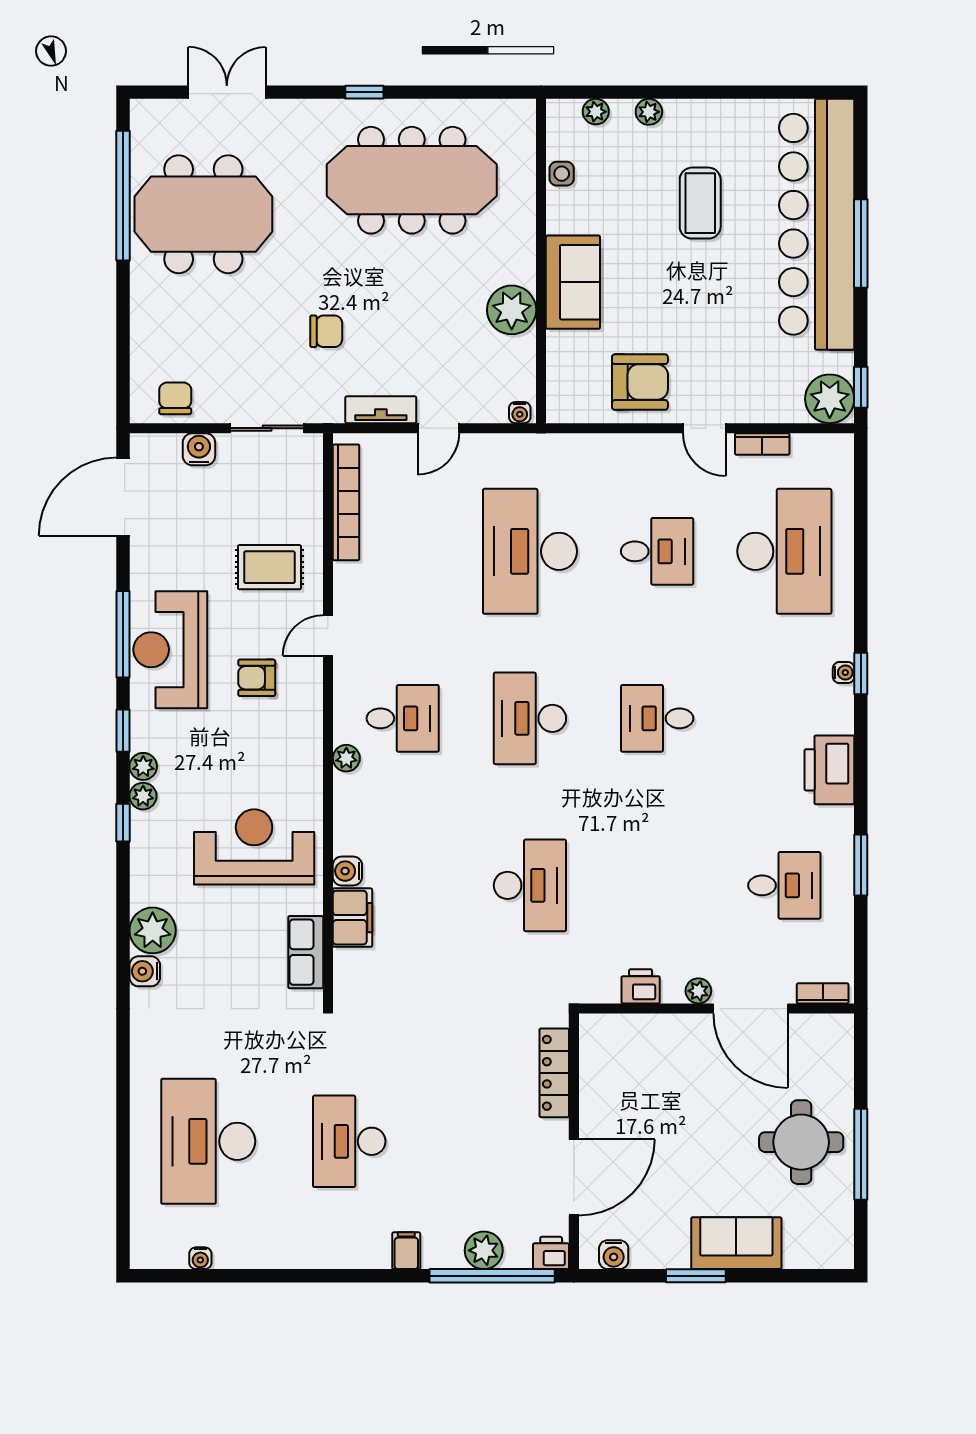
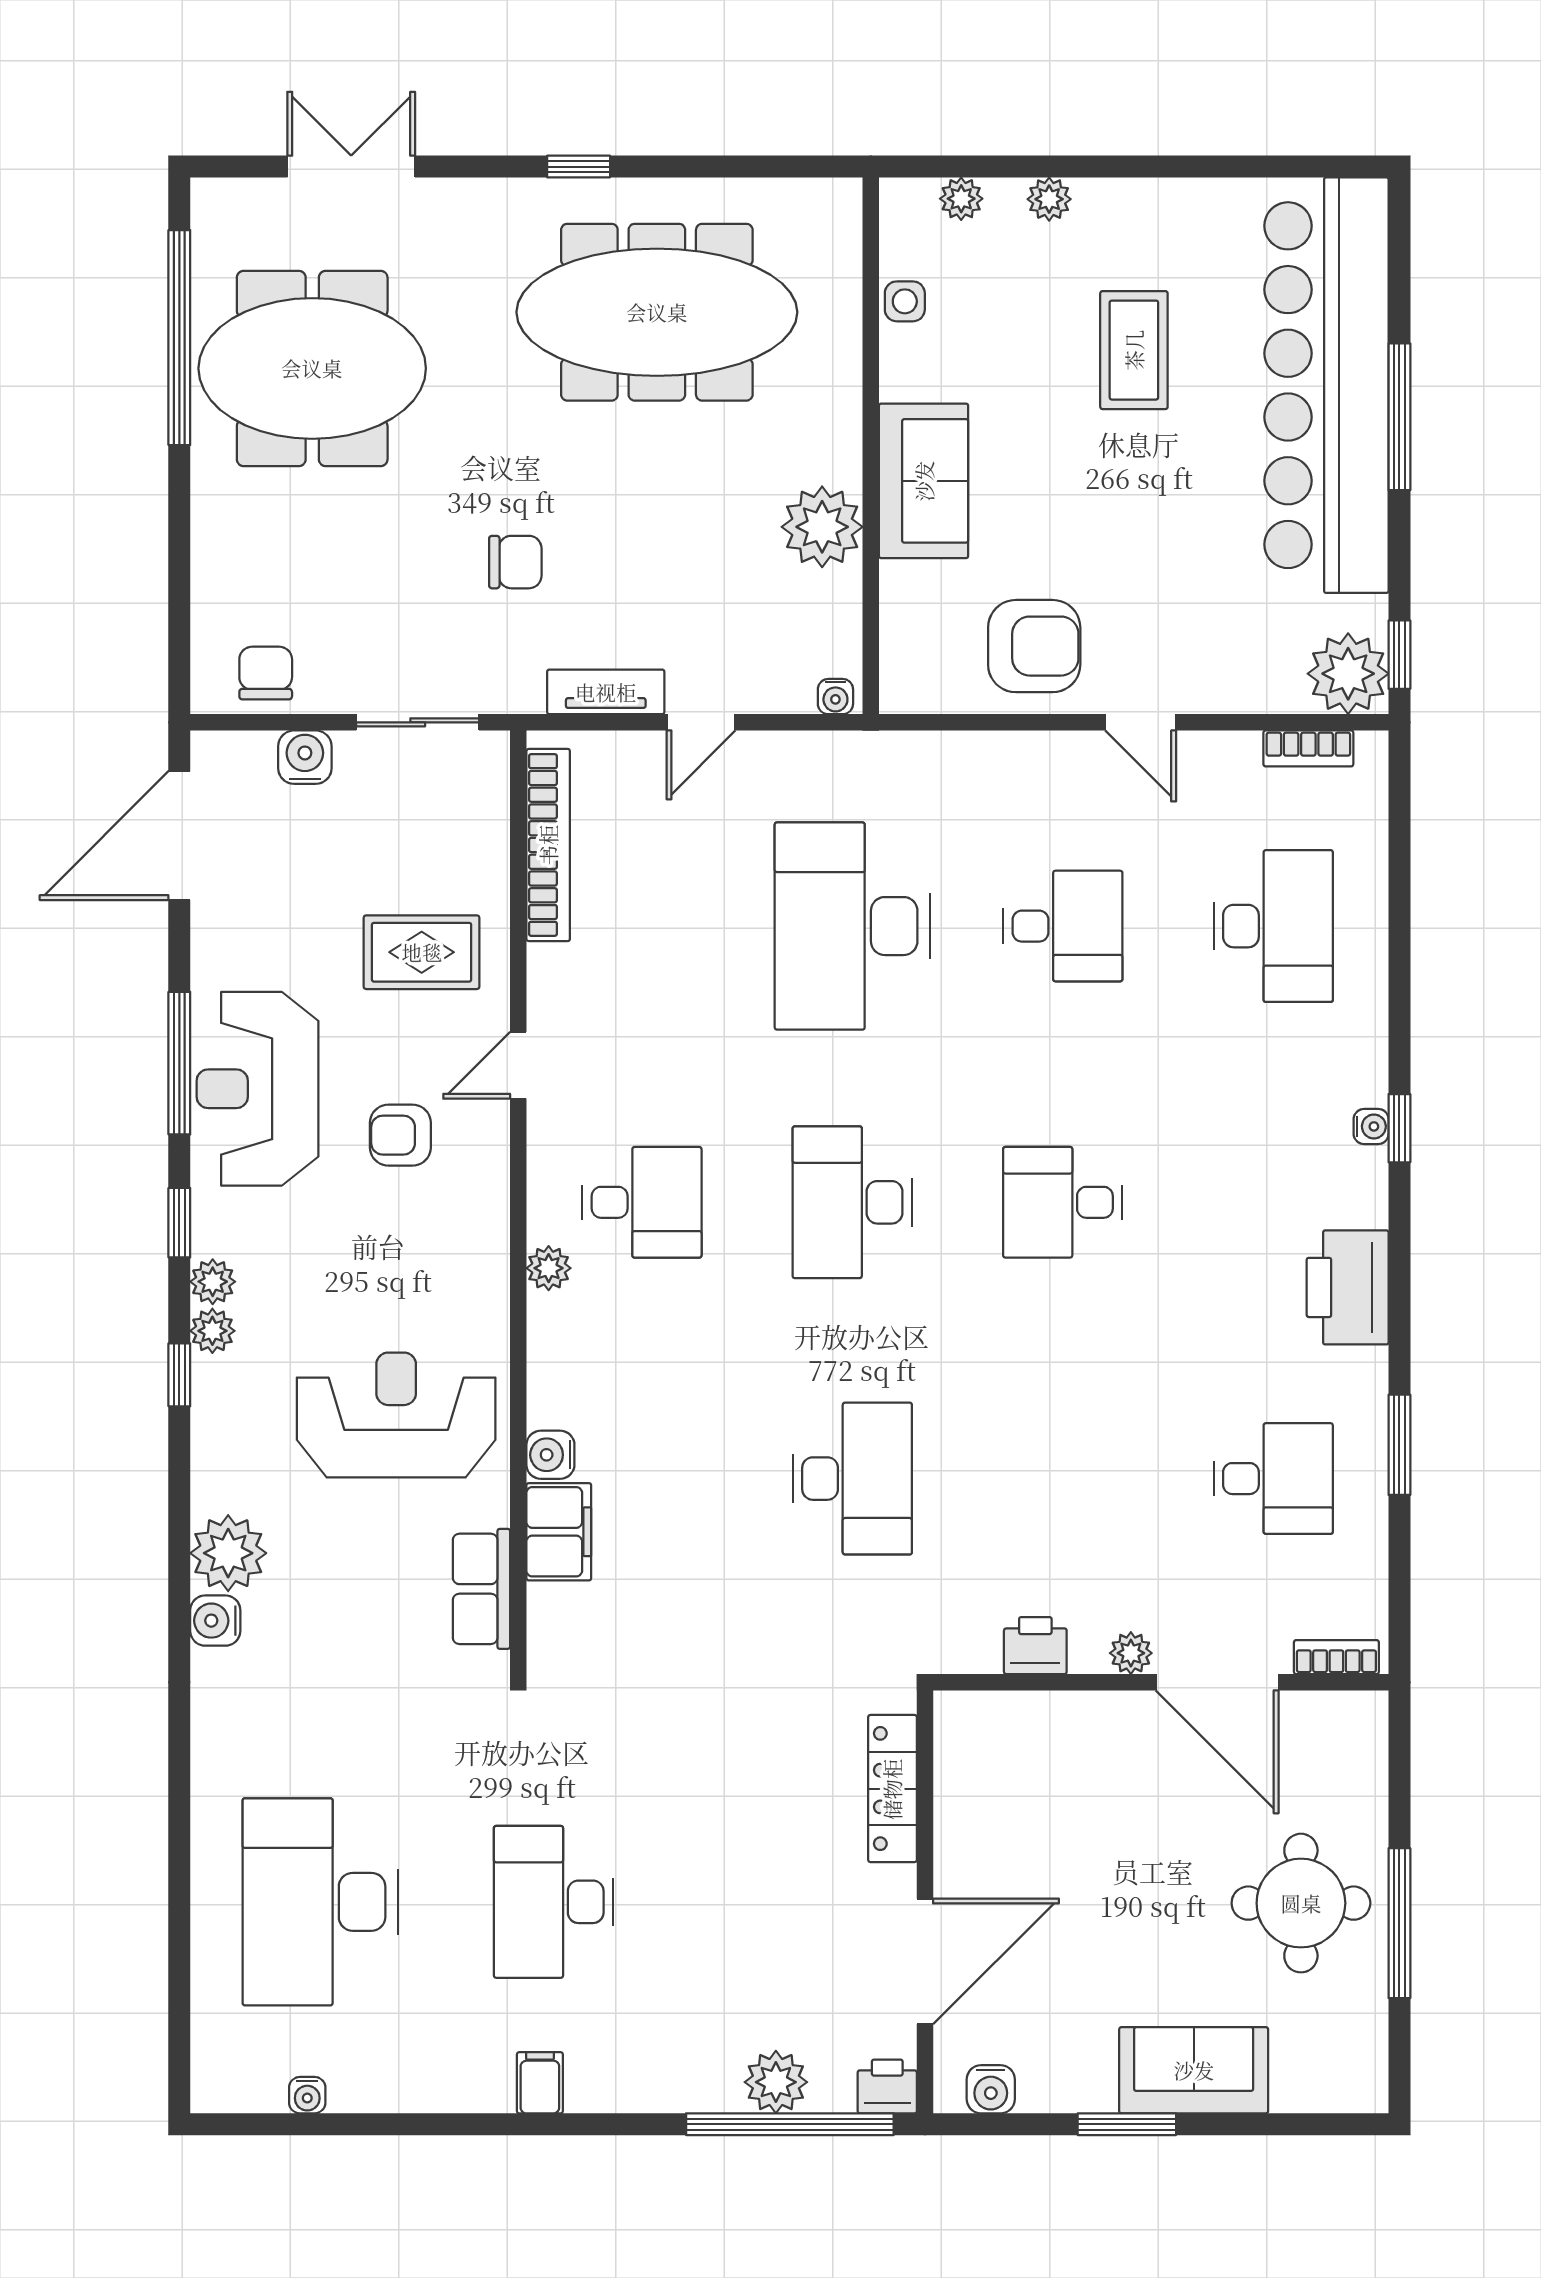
bookcase: (762, 444) -> (1308, 748), moved
desk: (784, 551) -> (1273, 926), width x0.73, depth x0.77
filing cabinet: (406, 1251) -> (540, 2083), moved

